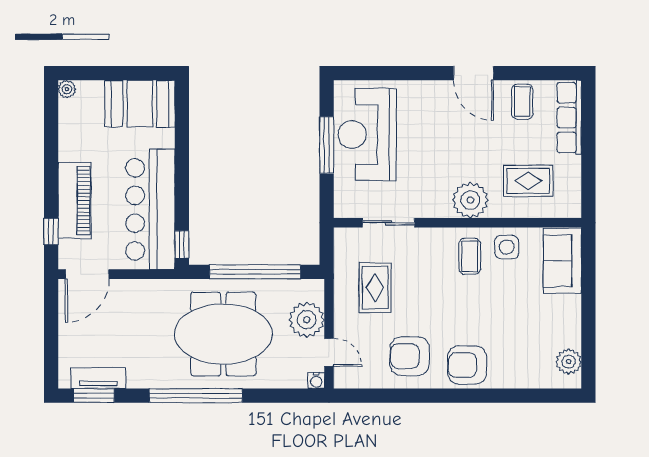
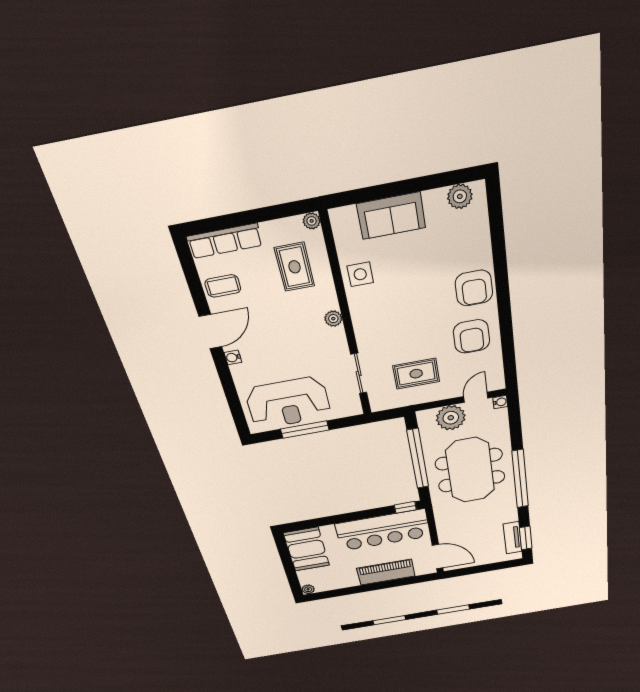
water cooler: (438, 88) -> (233, 357), added
plant: (470, 200) -> (333, 319), width x0.53, depth x0.53
plant: (573, 209) -> (312, 221), added
window: (51, 232) -> (411, 581), removed
coffee table: (470, 256) -> (375, 304), removed
sofa: (562, 261) -> (391, 216), moved

